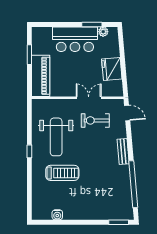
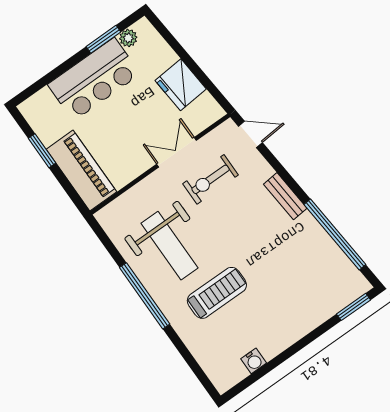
window: (29, 151) -> (145, 296), width x3.17

